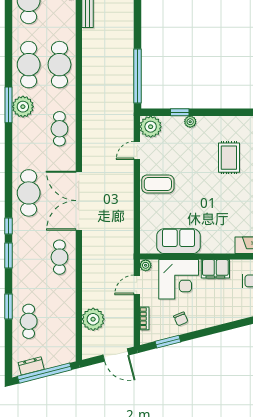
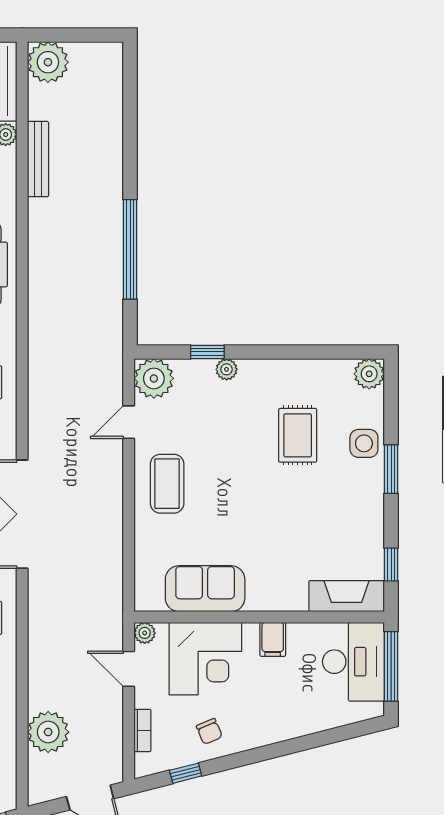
window: (138, 76) -> (130, 249), moved
coffee table: (158, 184) -> (167, 484), turned 90
filing cabinet: (215, 269) -> (273, 639), width x0.50
door: (137, 285) -> (129, 669), hinge flipped
window: (168, 342) -> (186, 773), width x0.67

